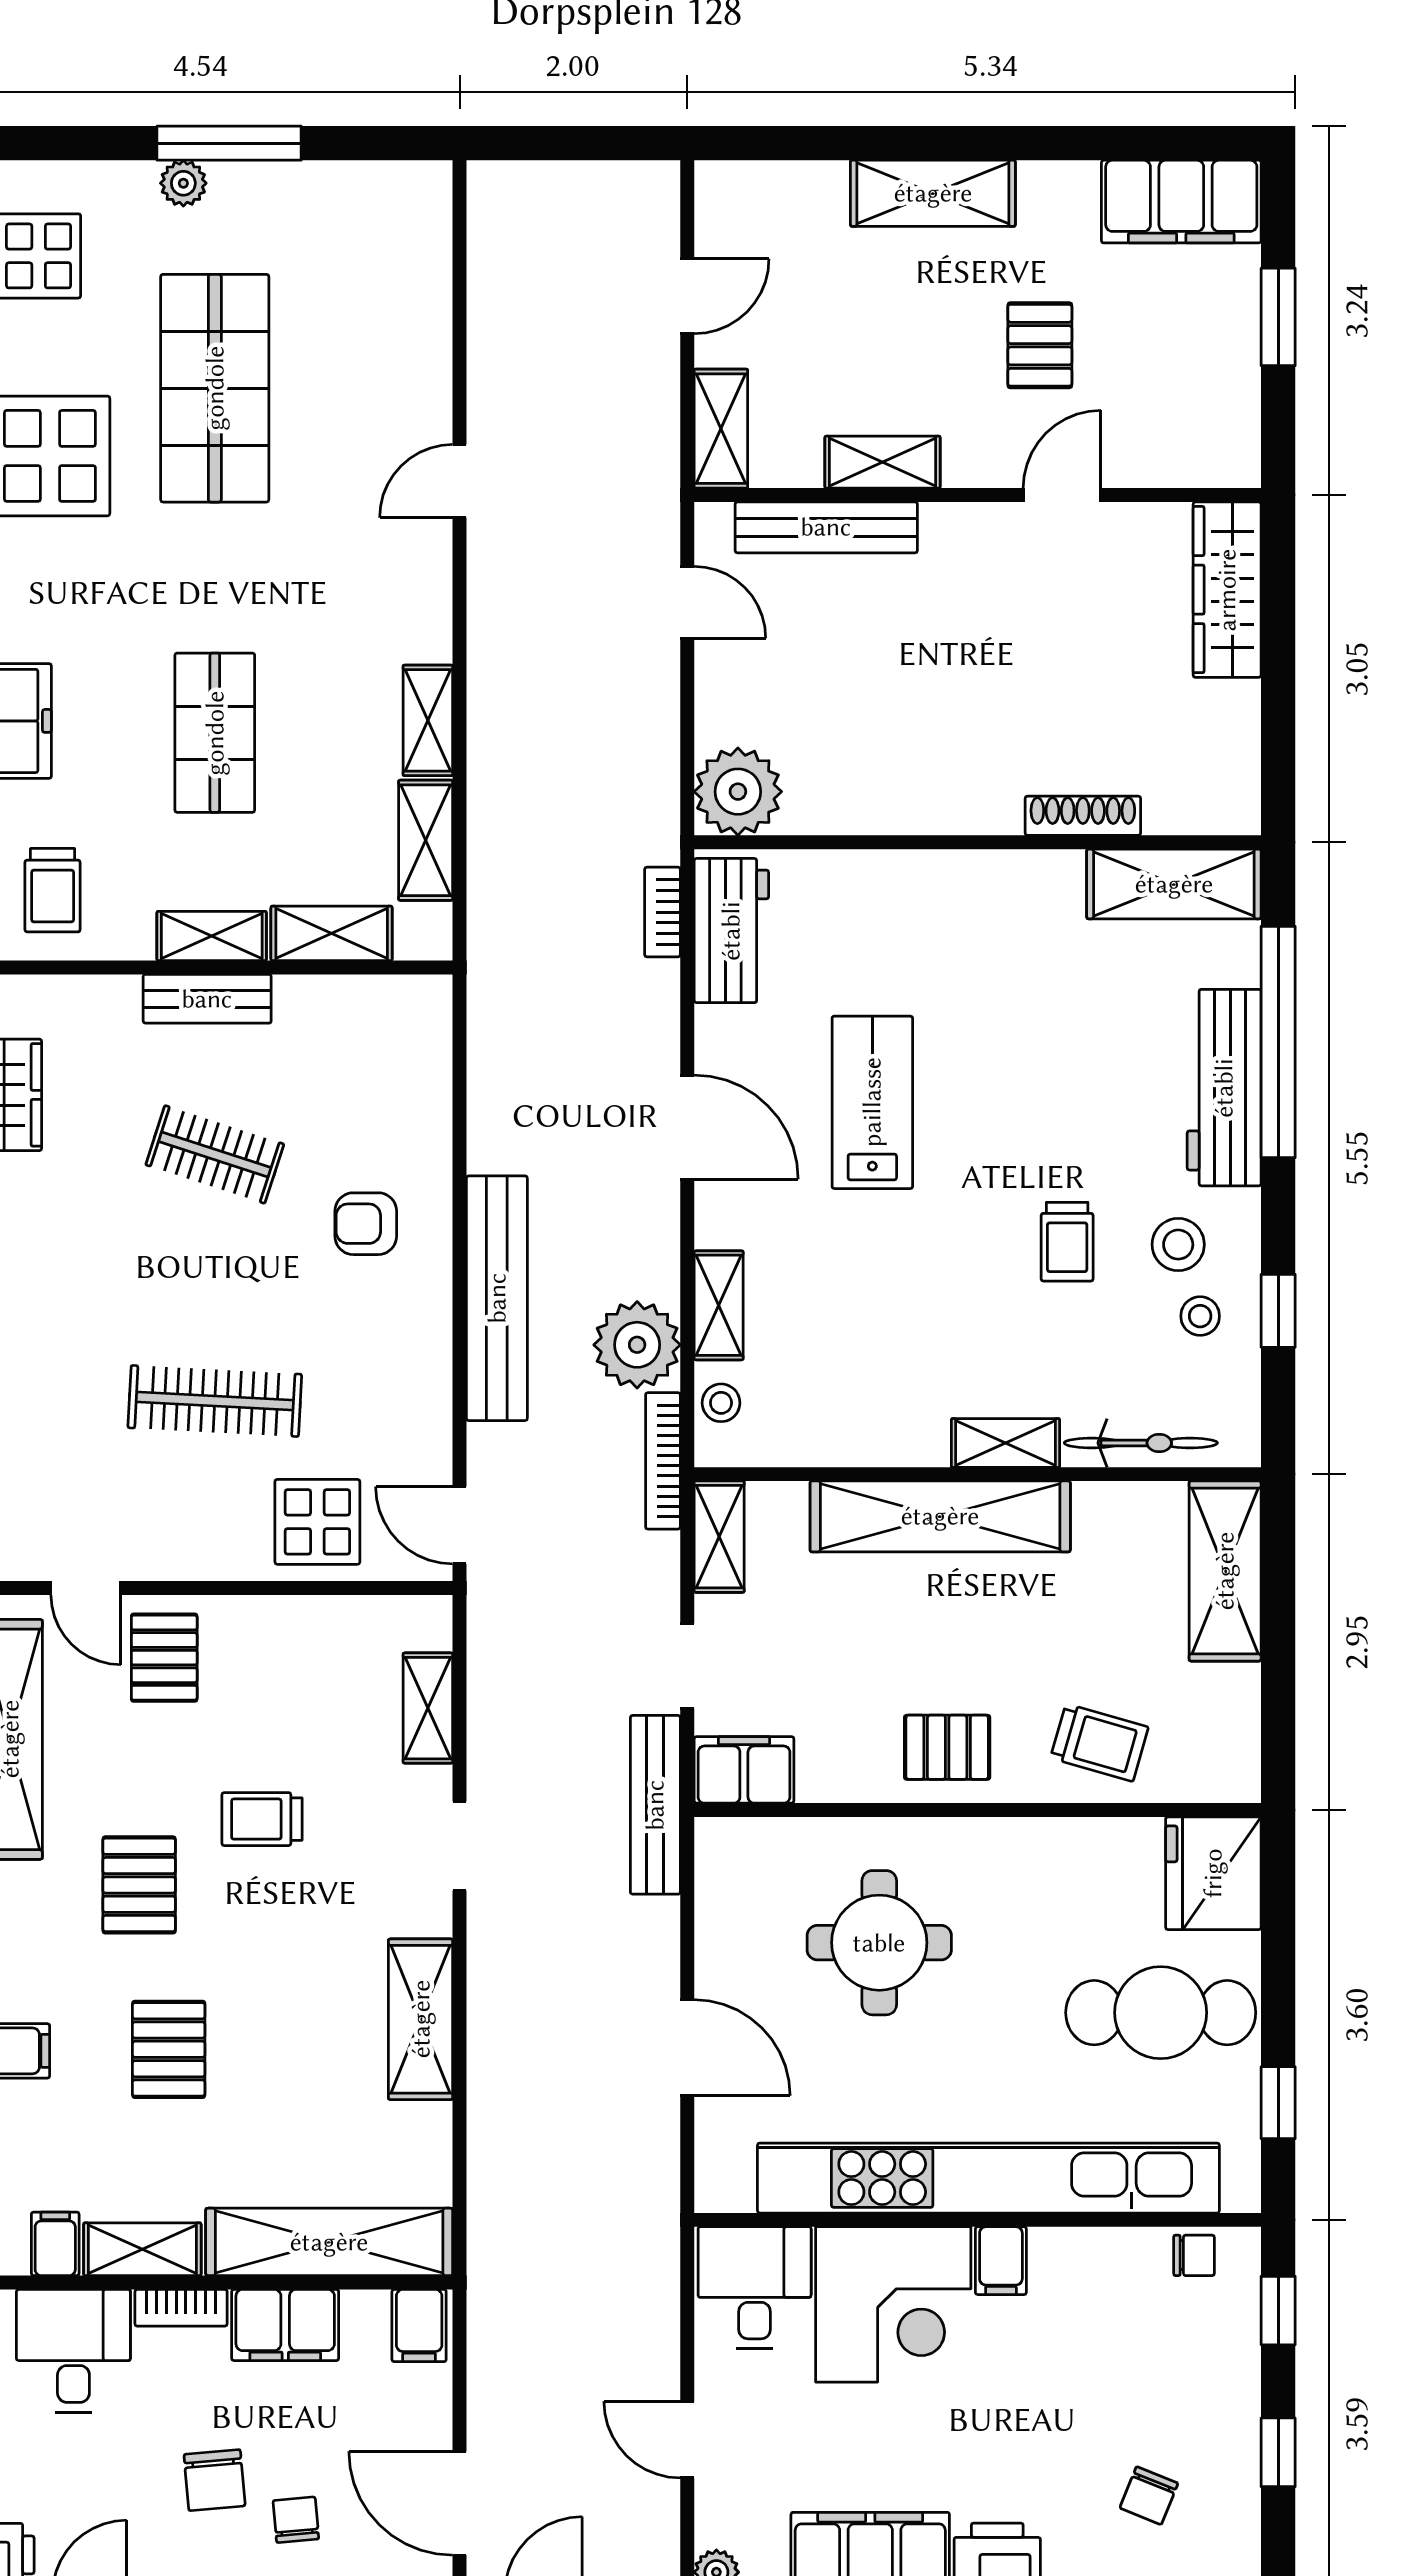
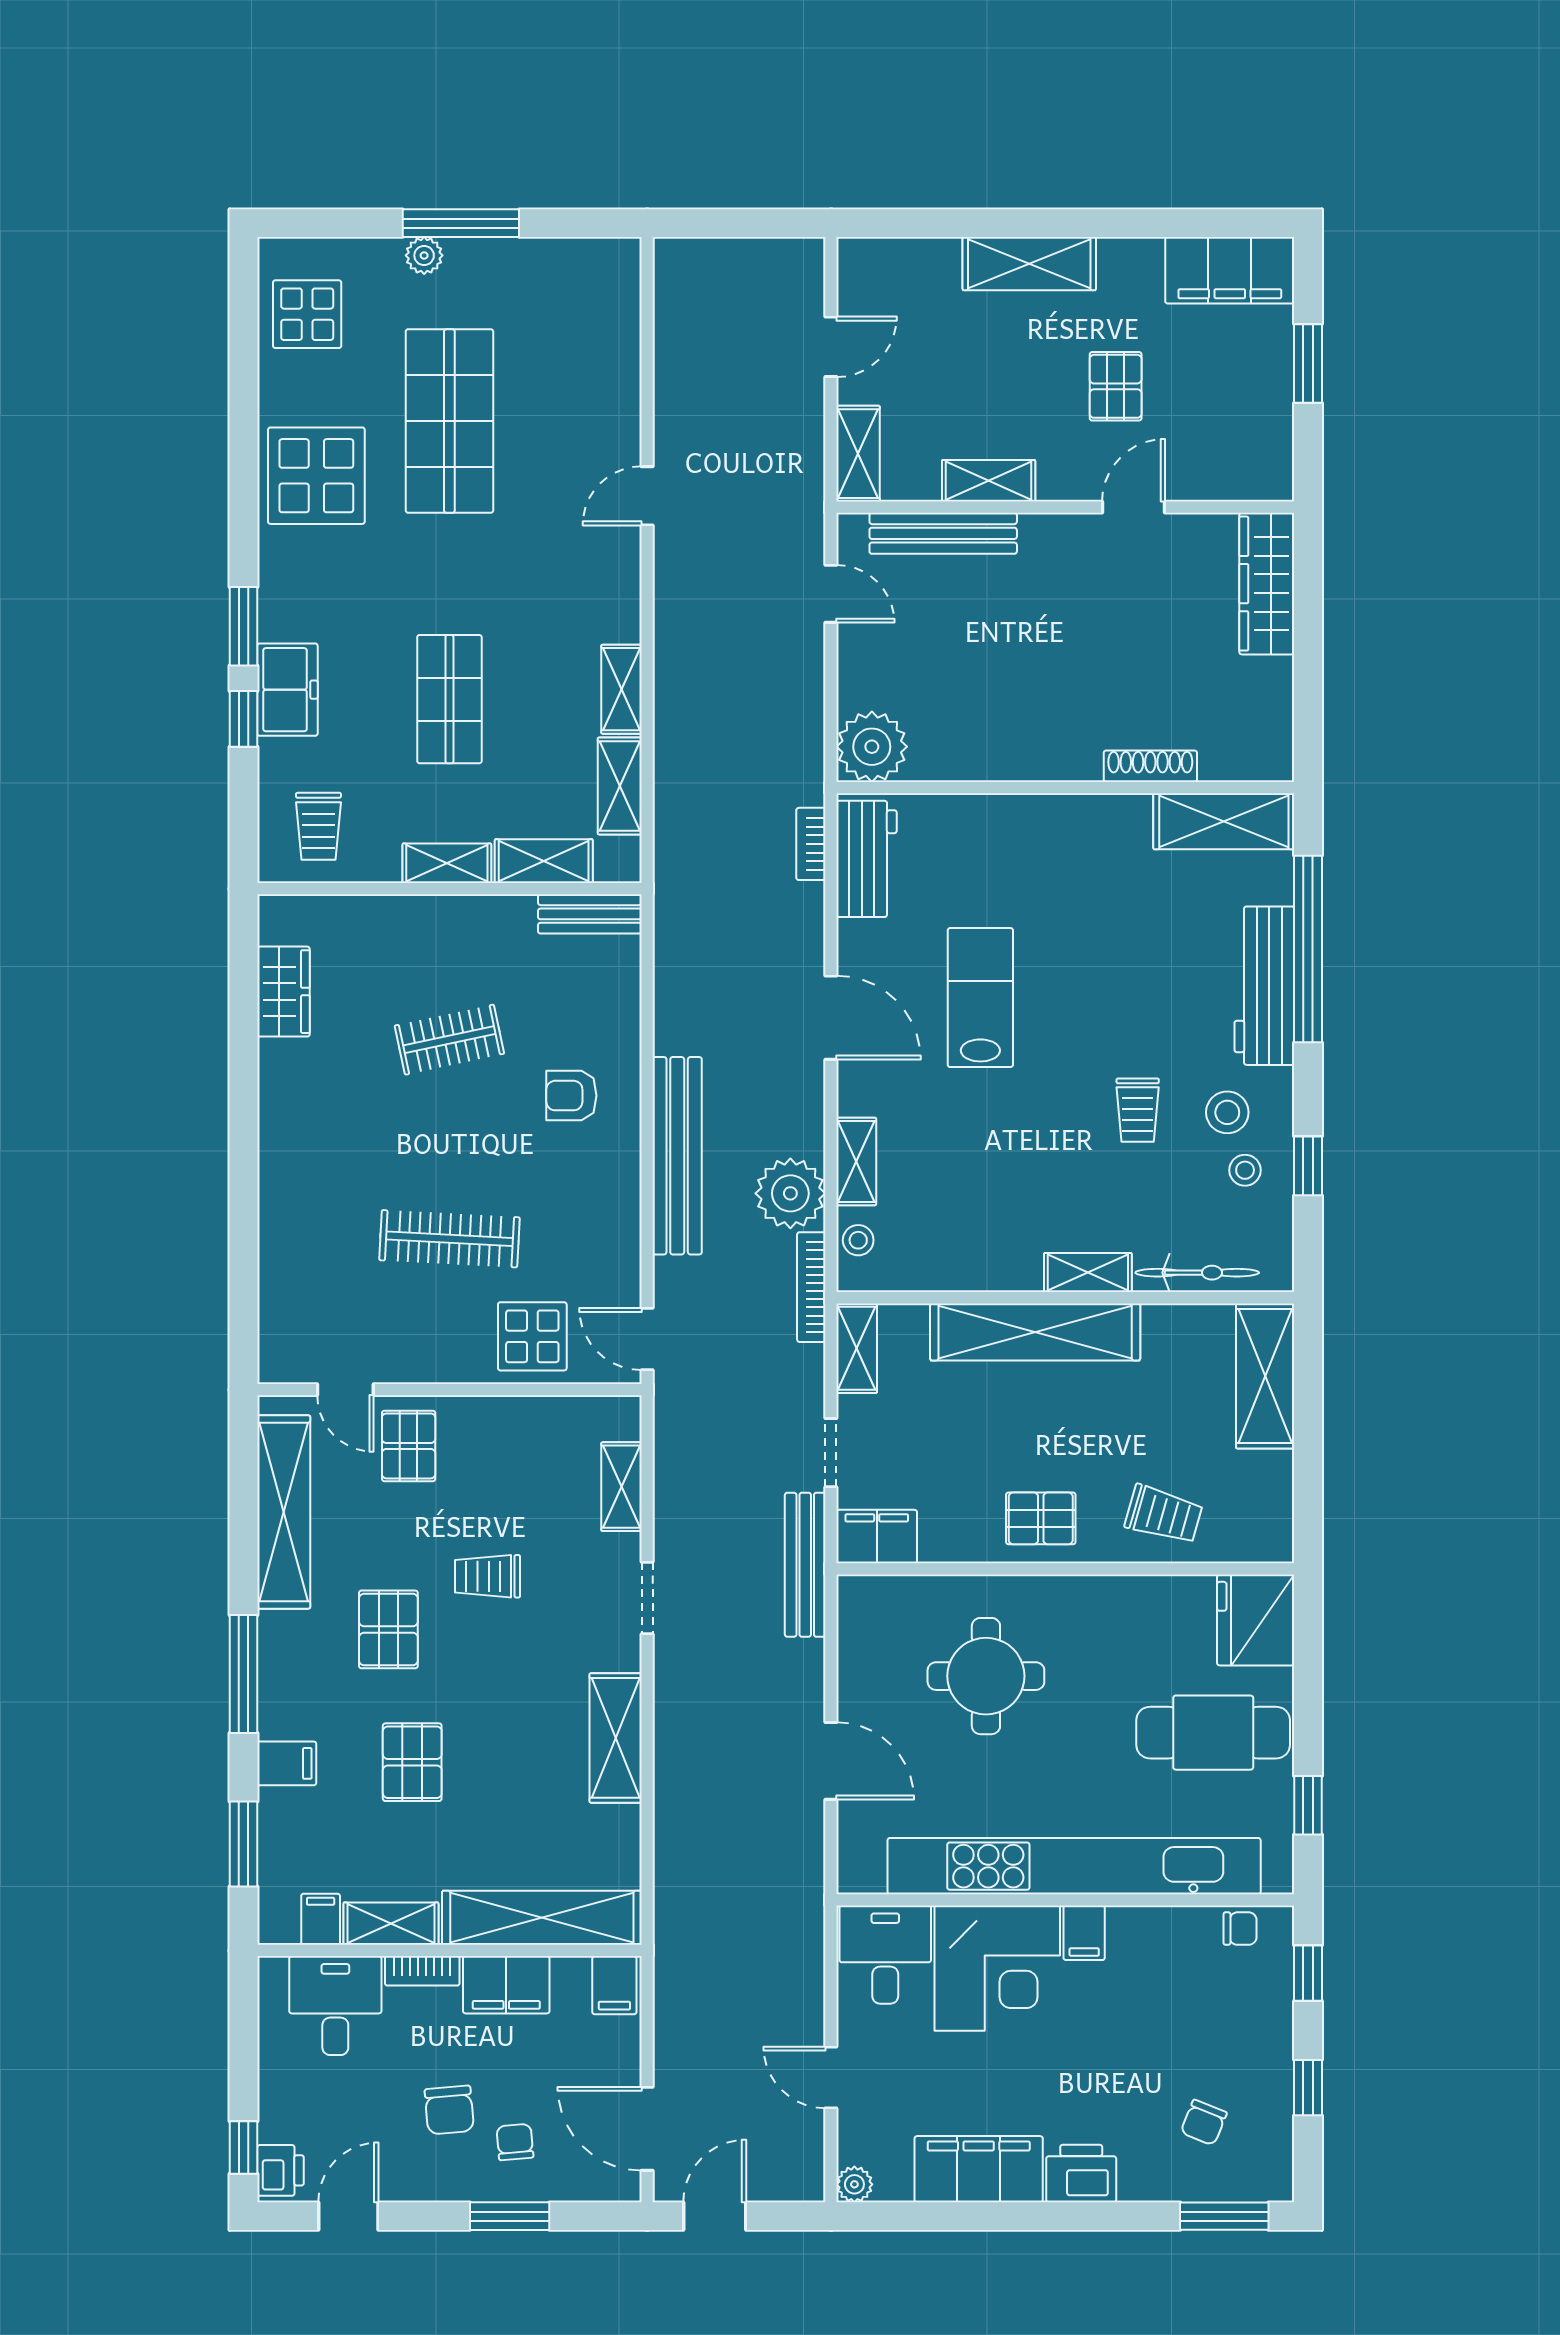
bench: (207, 999) -> (590, 914), moved
clothes rail: (215, 1154) -> (449, 1040), turned -30

